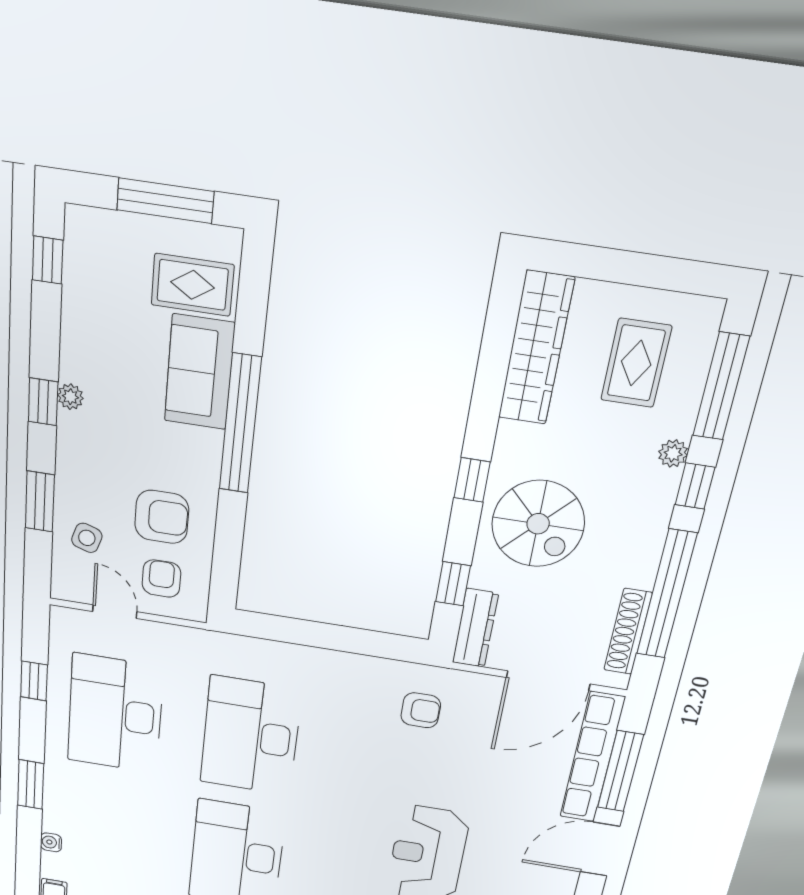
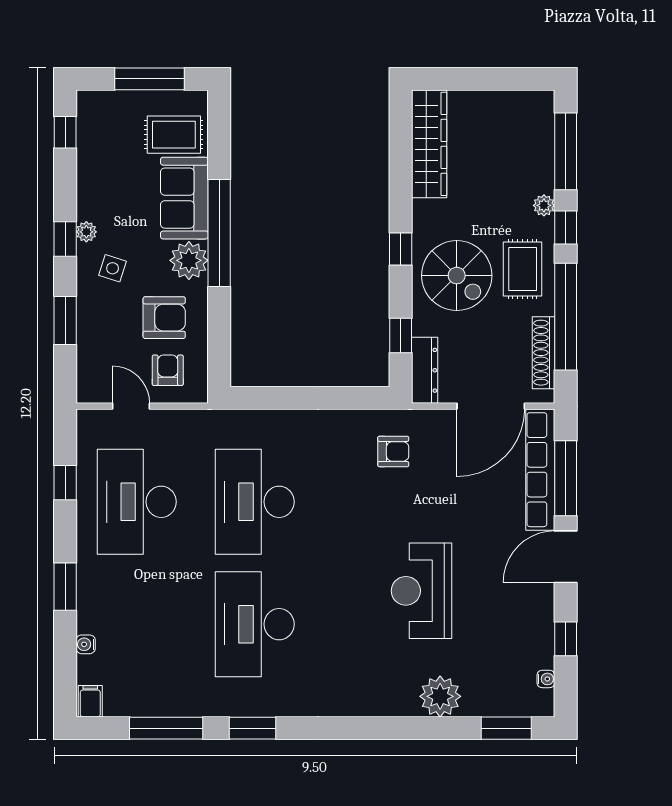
rug: (636, 363) -> (523, 269), moved
plant: (198, 453) -> (189, 260), added
side table: (87, 538) -> (113, 268), moved

